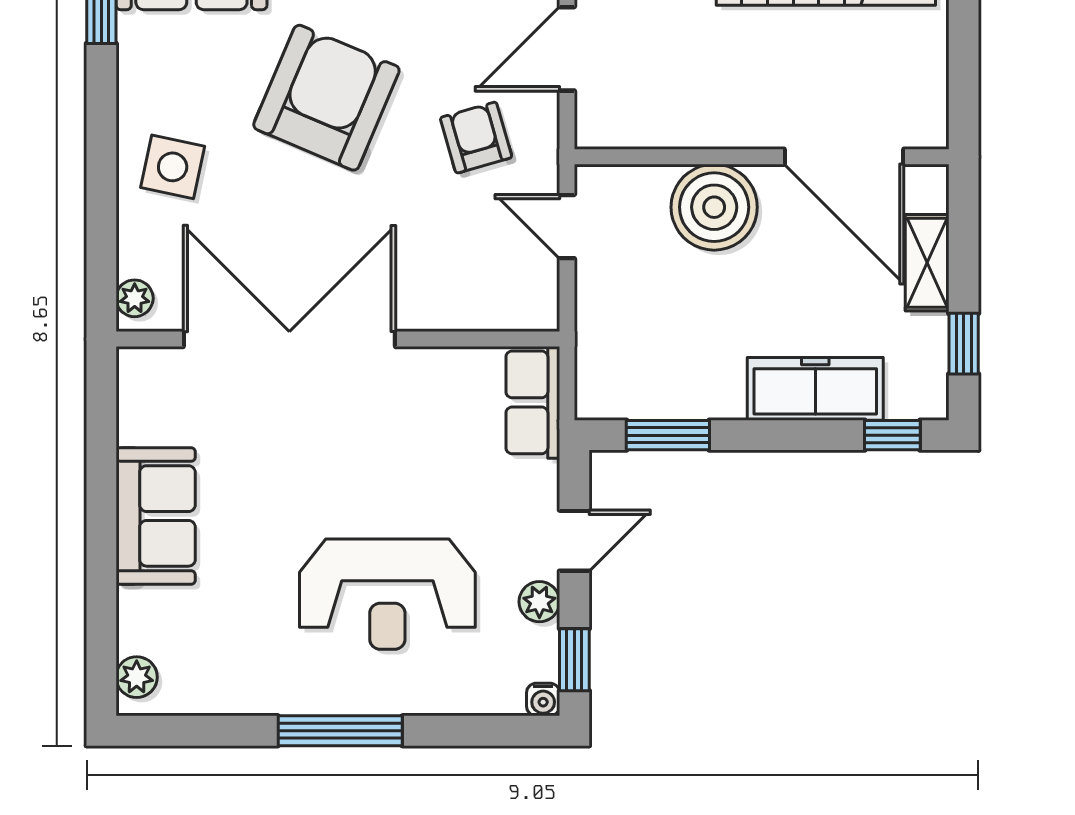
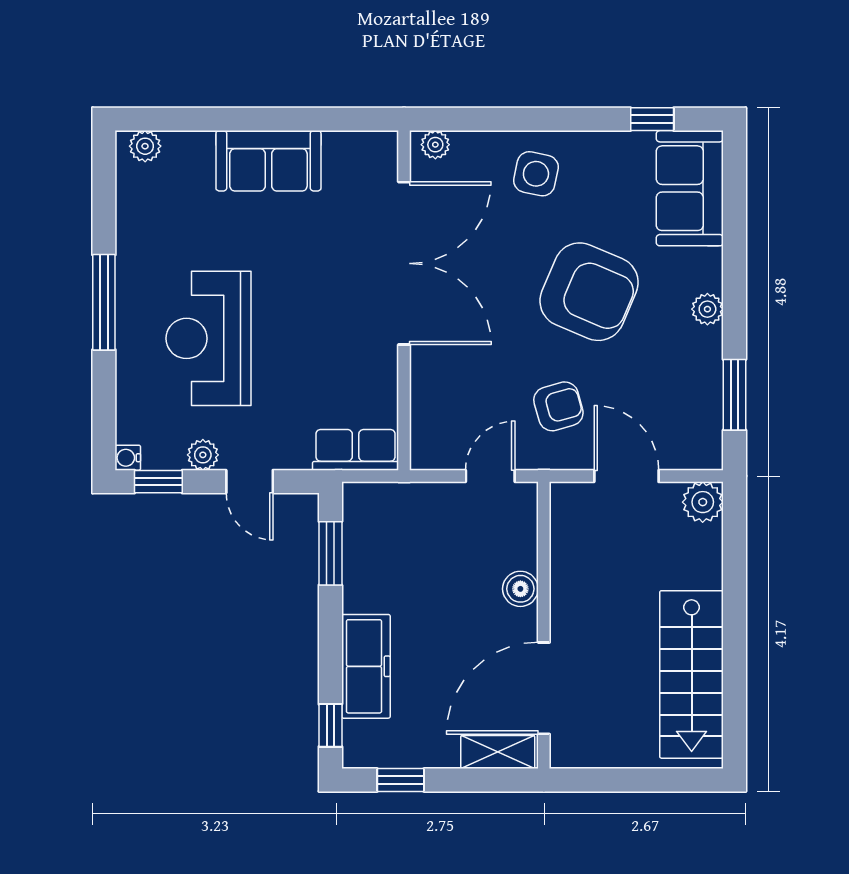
boiler: (714, 207) -> (520, 589), width x0.54, depth x0.54
shelving: (927, 263) -> (498, 752), moved

